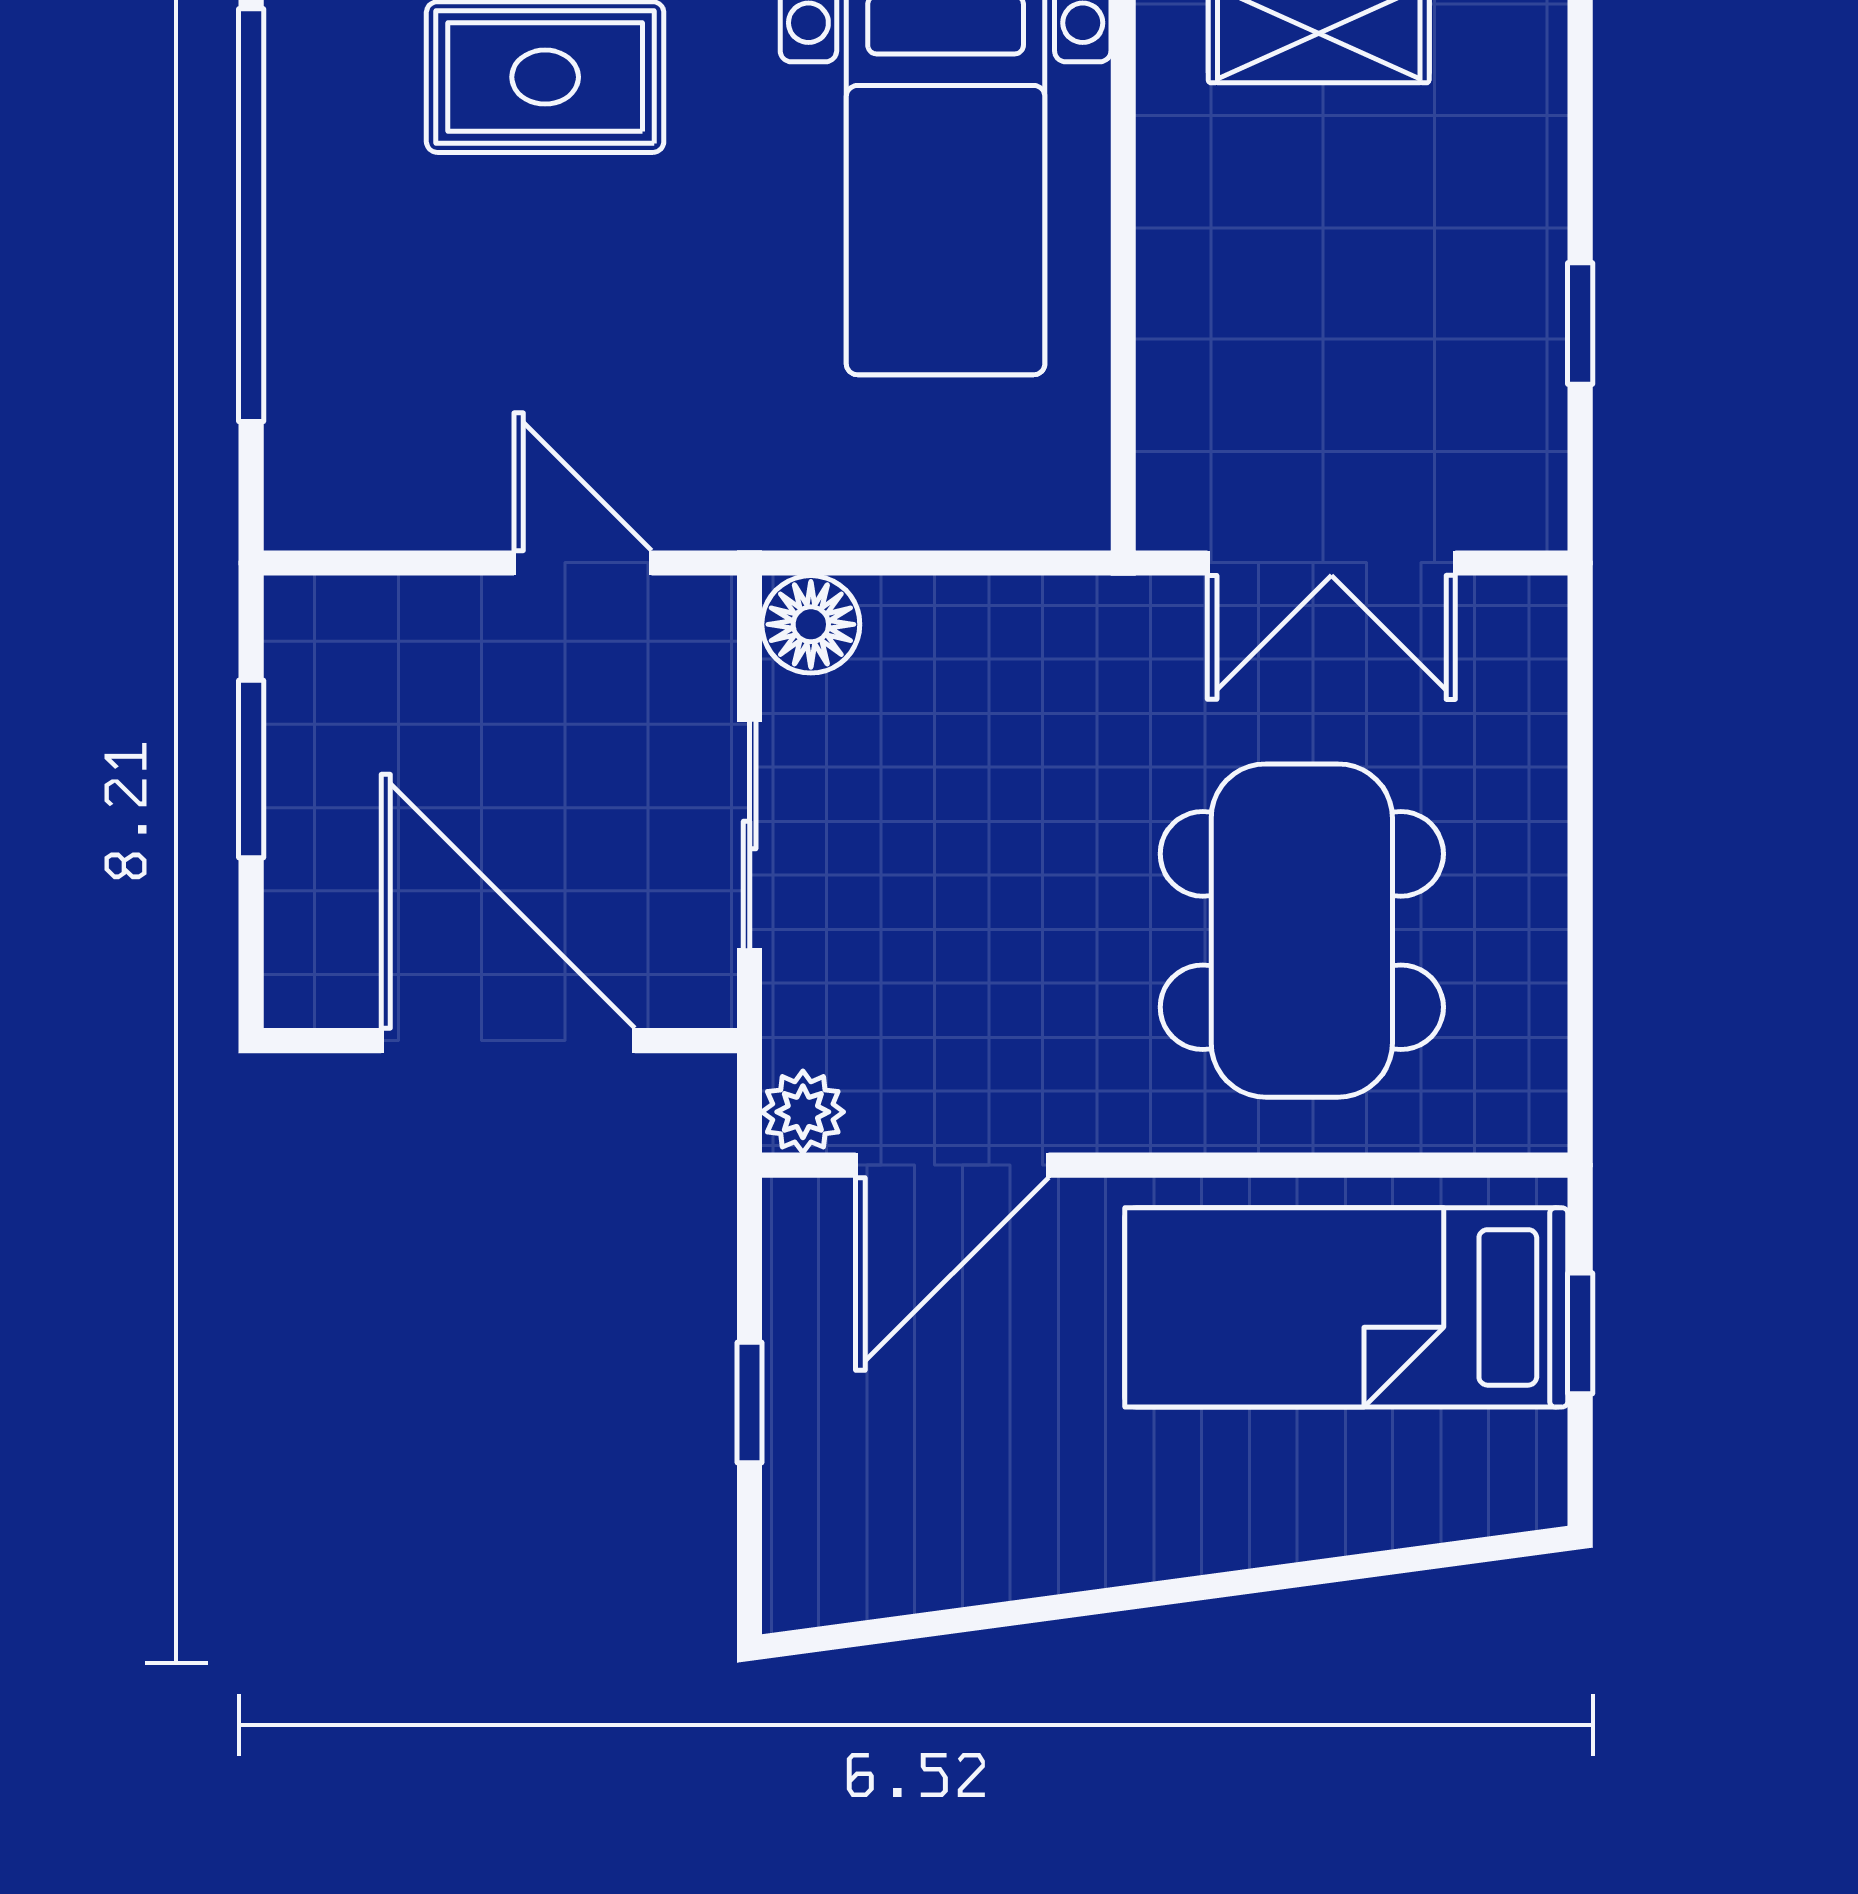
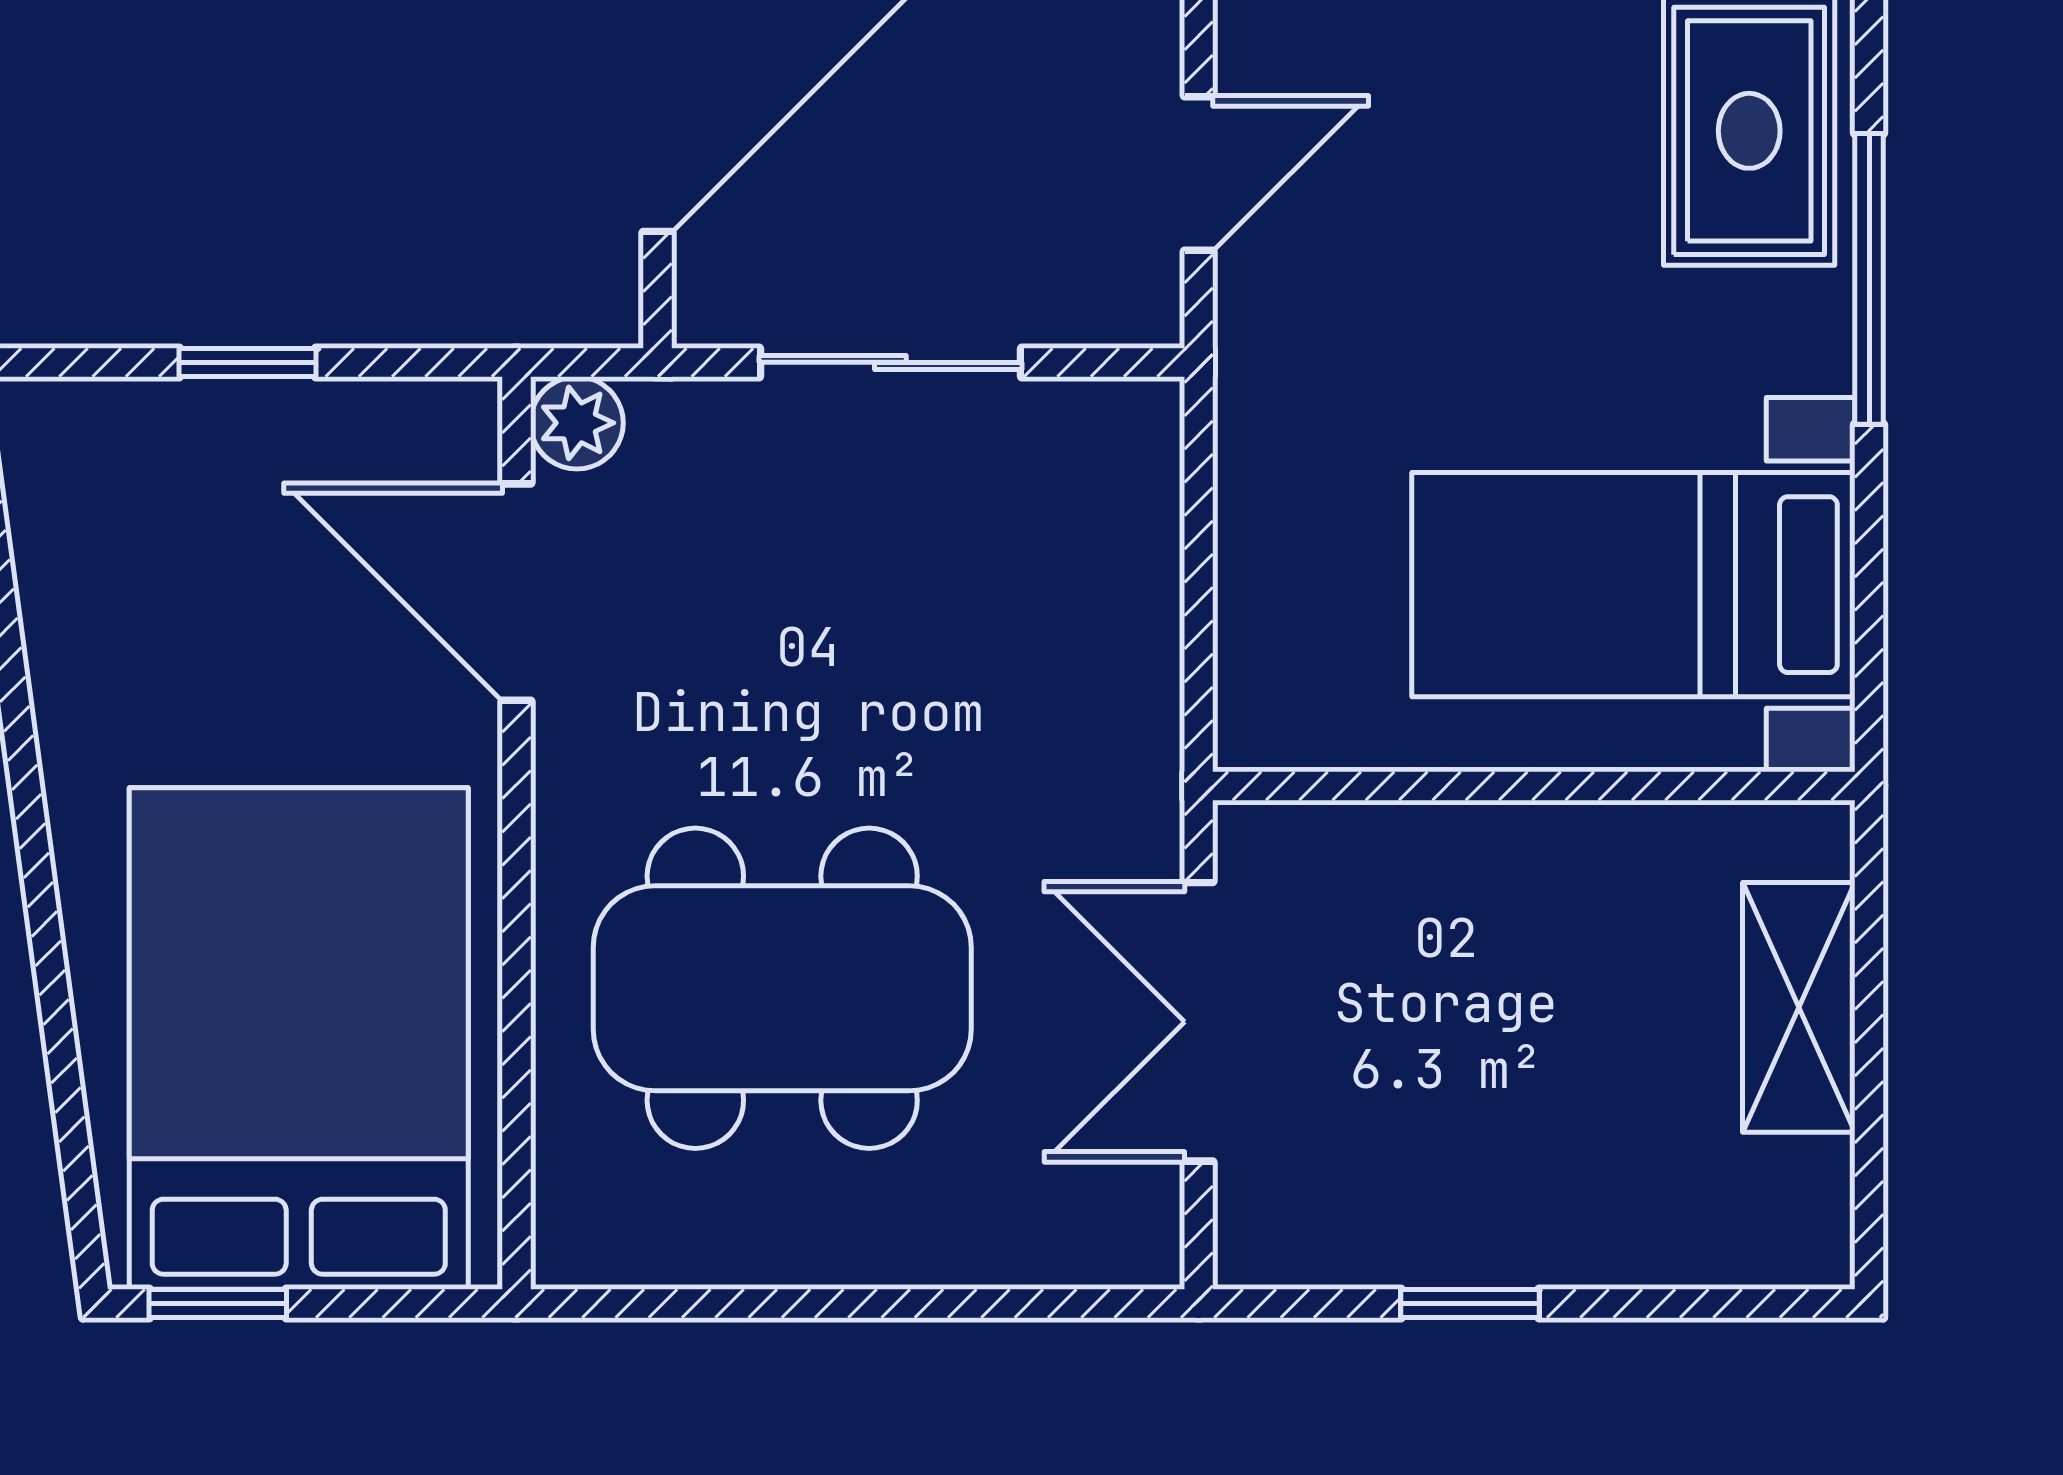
floor lamp: (811, 624) -> (1129, 432), removed
bed: (1346, 1307) -> (299, 1039), width x1.50
window: (1580, 1333) -> (218, 1303), moved

